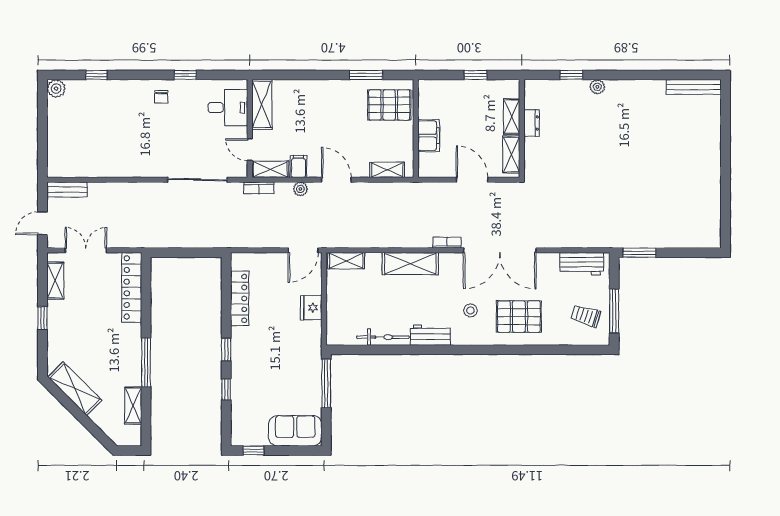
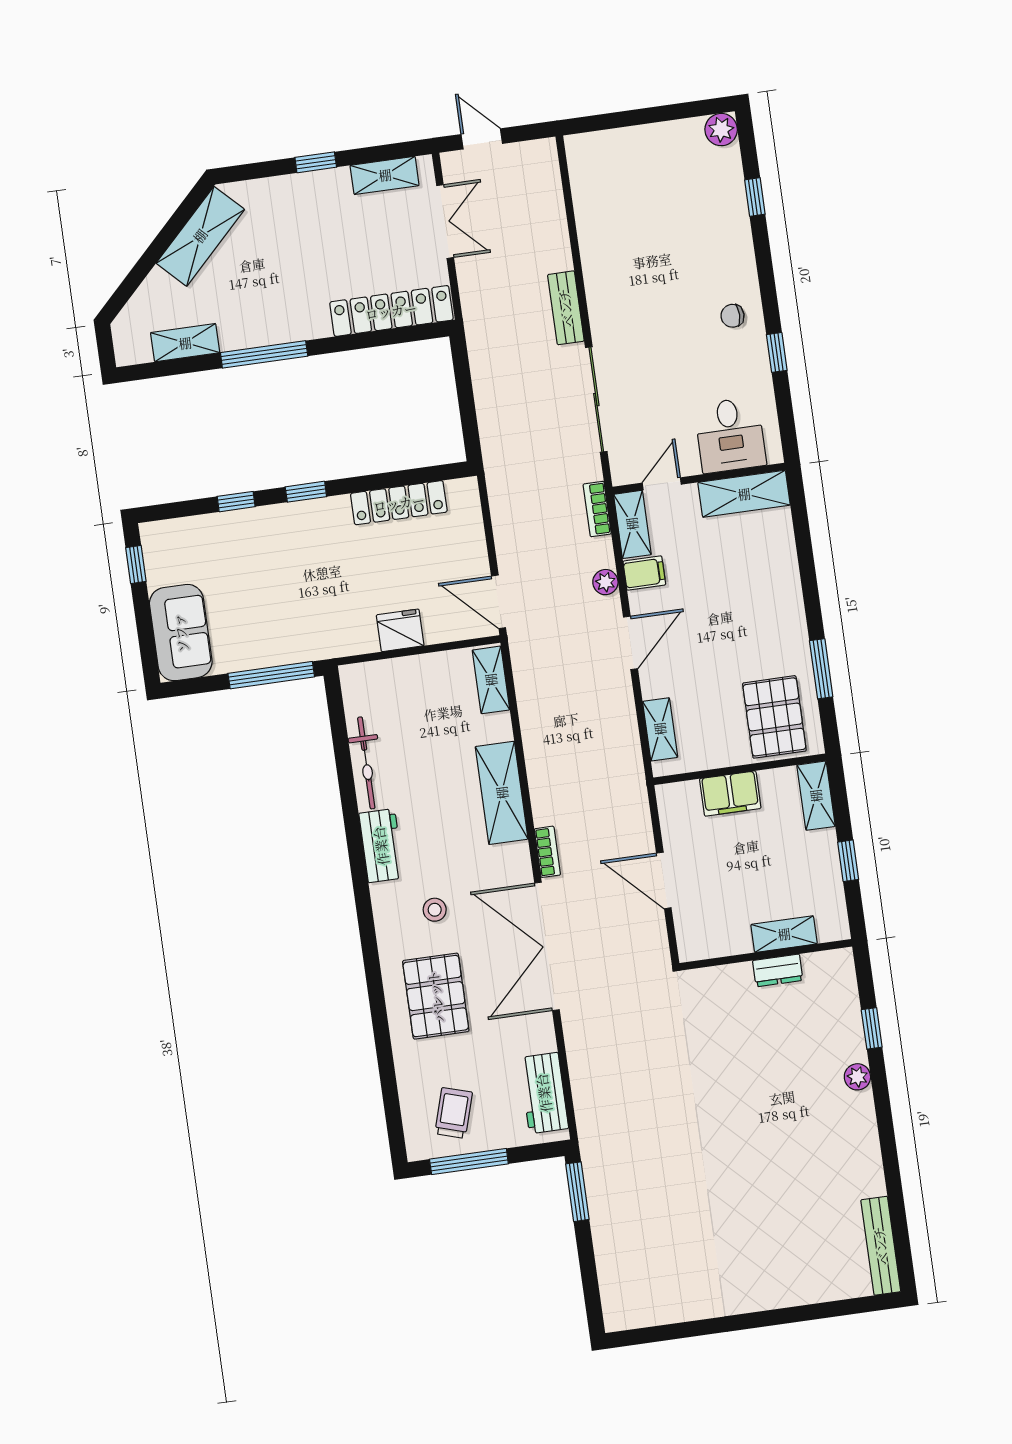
shelving: (511, 155) -> (816, 796), moved, turned 90
door: (472, 180) -> (664, 880), swing flipped
bench: (67, 189) -> (566, 308), moved

